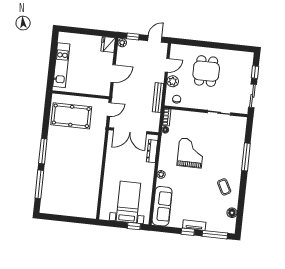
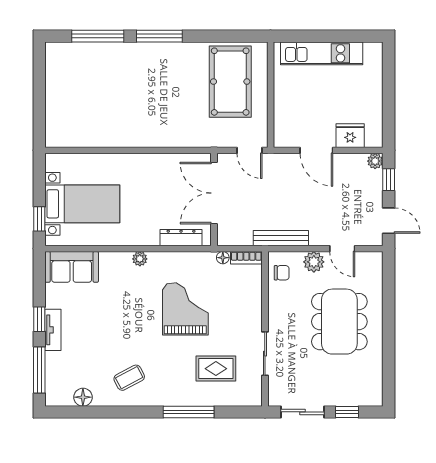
fridge: (108, 44) -> (350, 136), moved
dining table: (206, 71) -> (339, 322), width x1.38
rug: (224, 140) -> (216, 369), added
grand piano: (190, 153) -> (185, 309), turned -90
sofa: (162, 206) -> (72, 267), width x0.73

